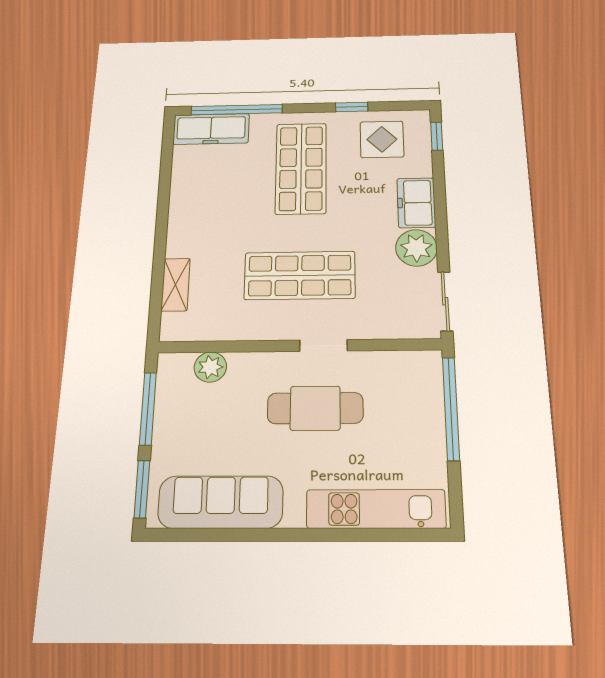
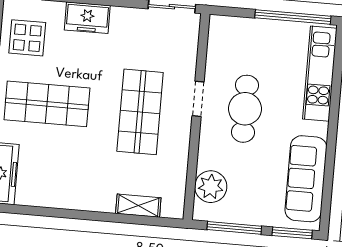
plant: (416, 248) -> (126, 22), removed
plant: (210, 367) -> (211, 187), width x1.36, depth x1.36
window: (451, 408) -> (293, 17), moved

